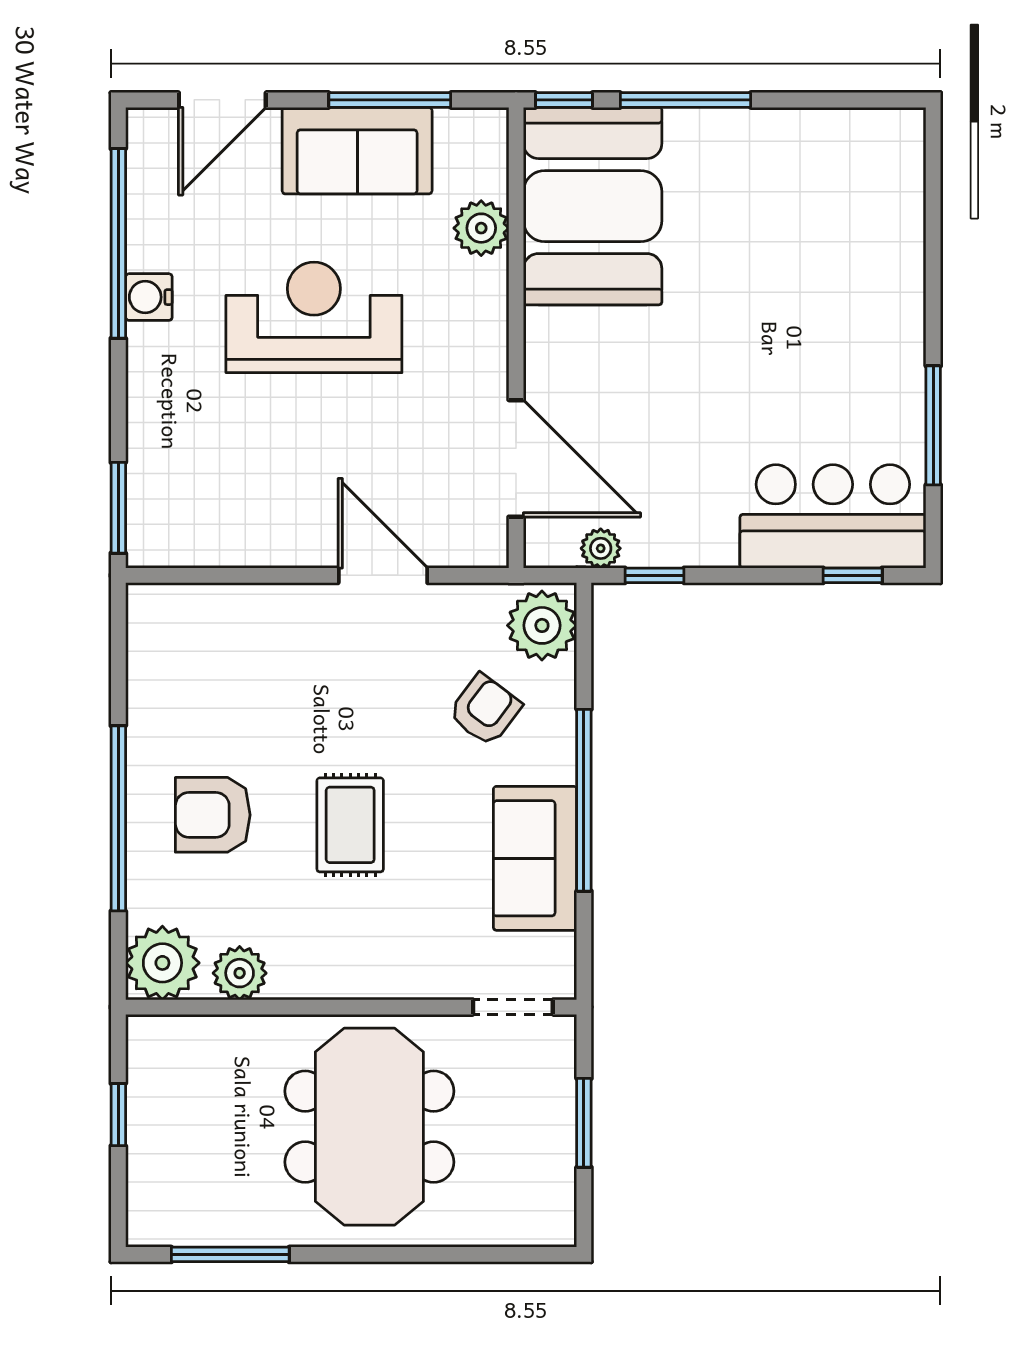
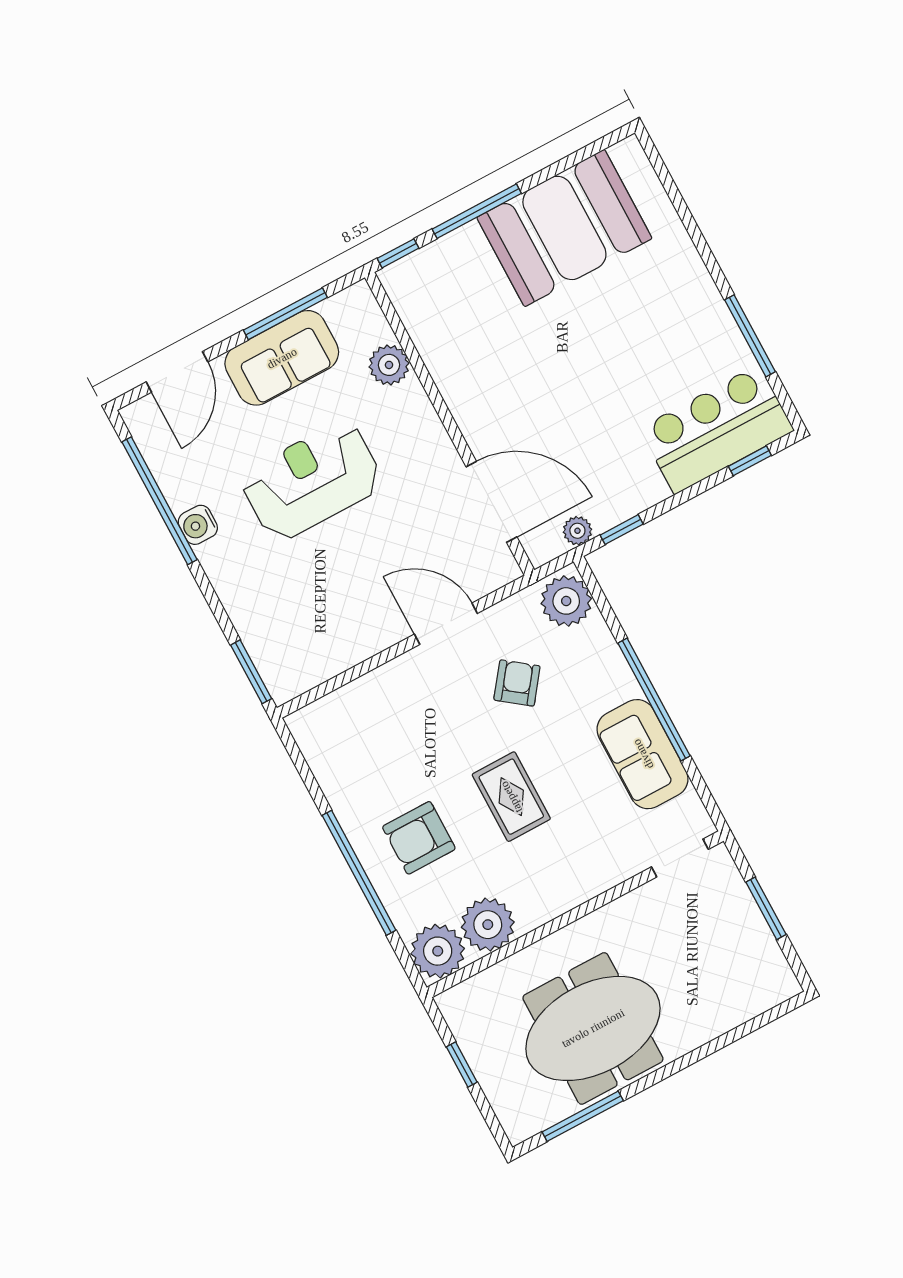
booth: (593, 206) -> (564, 228), moved, turned 90
armchair: (485, 710) -> (517, 683), moved
plant: (240, 973) -> (488, 925), width x1.36, depth x1.36
meeting table: (369, 1127) -> (593, 1028), moved, turned 90

